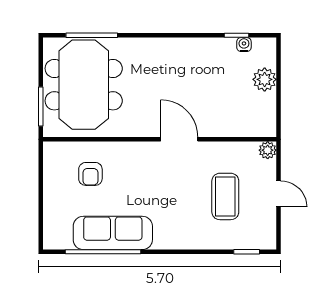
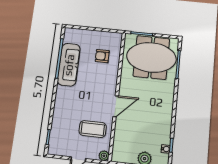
coffee table: (225, 196) -> (93, 129), moved

